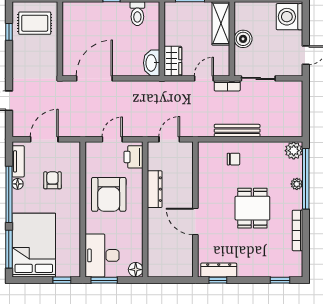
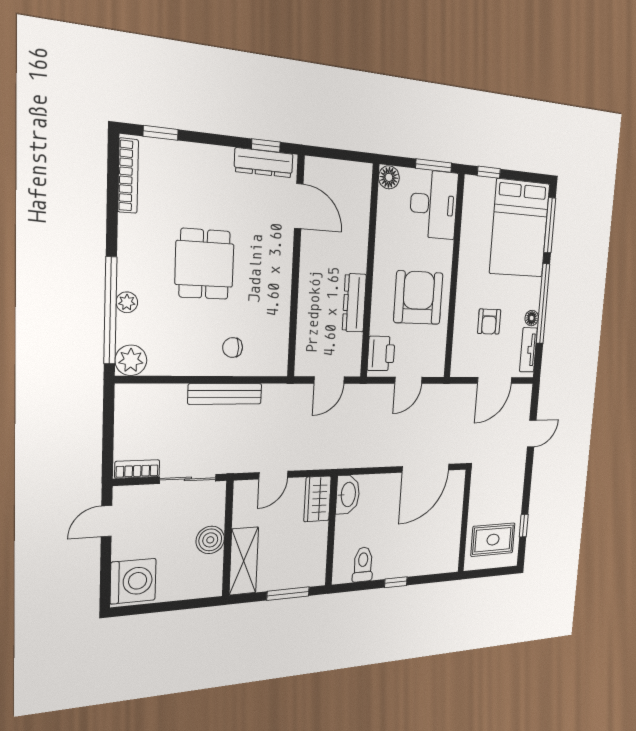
bookcase: (227, 86) -> (137, 469), moved
door: (195, 221) -> (299, 206), moved
bookcase: (297, 230) -> (128, 176), moved

